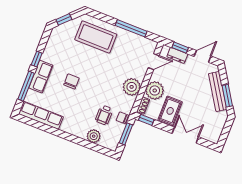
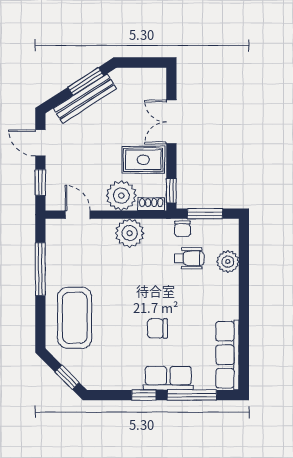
dresser: (177, 55) -> (54, 182), removed

